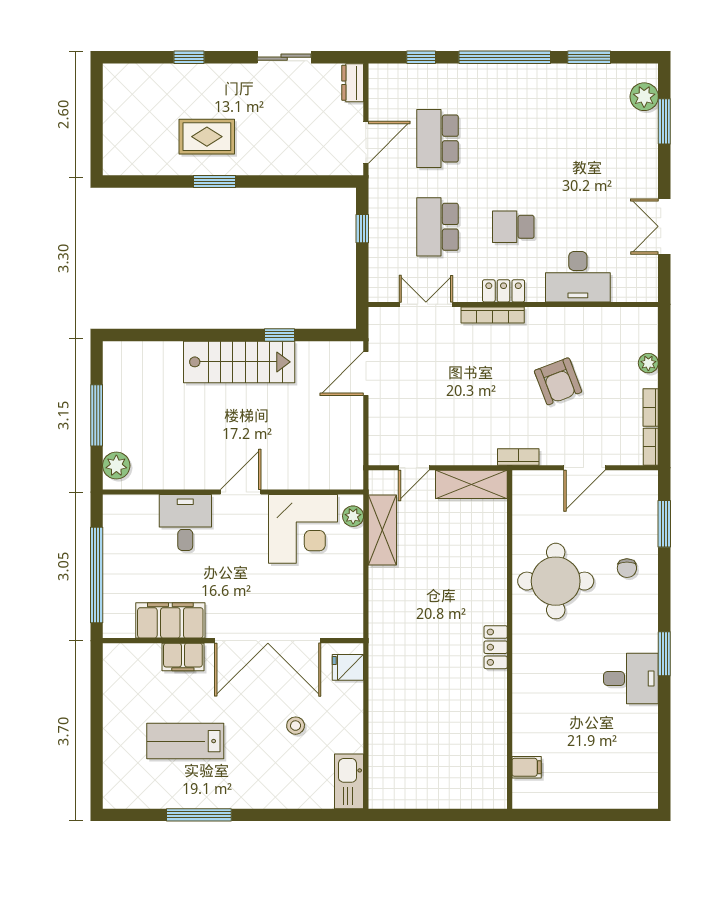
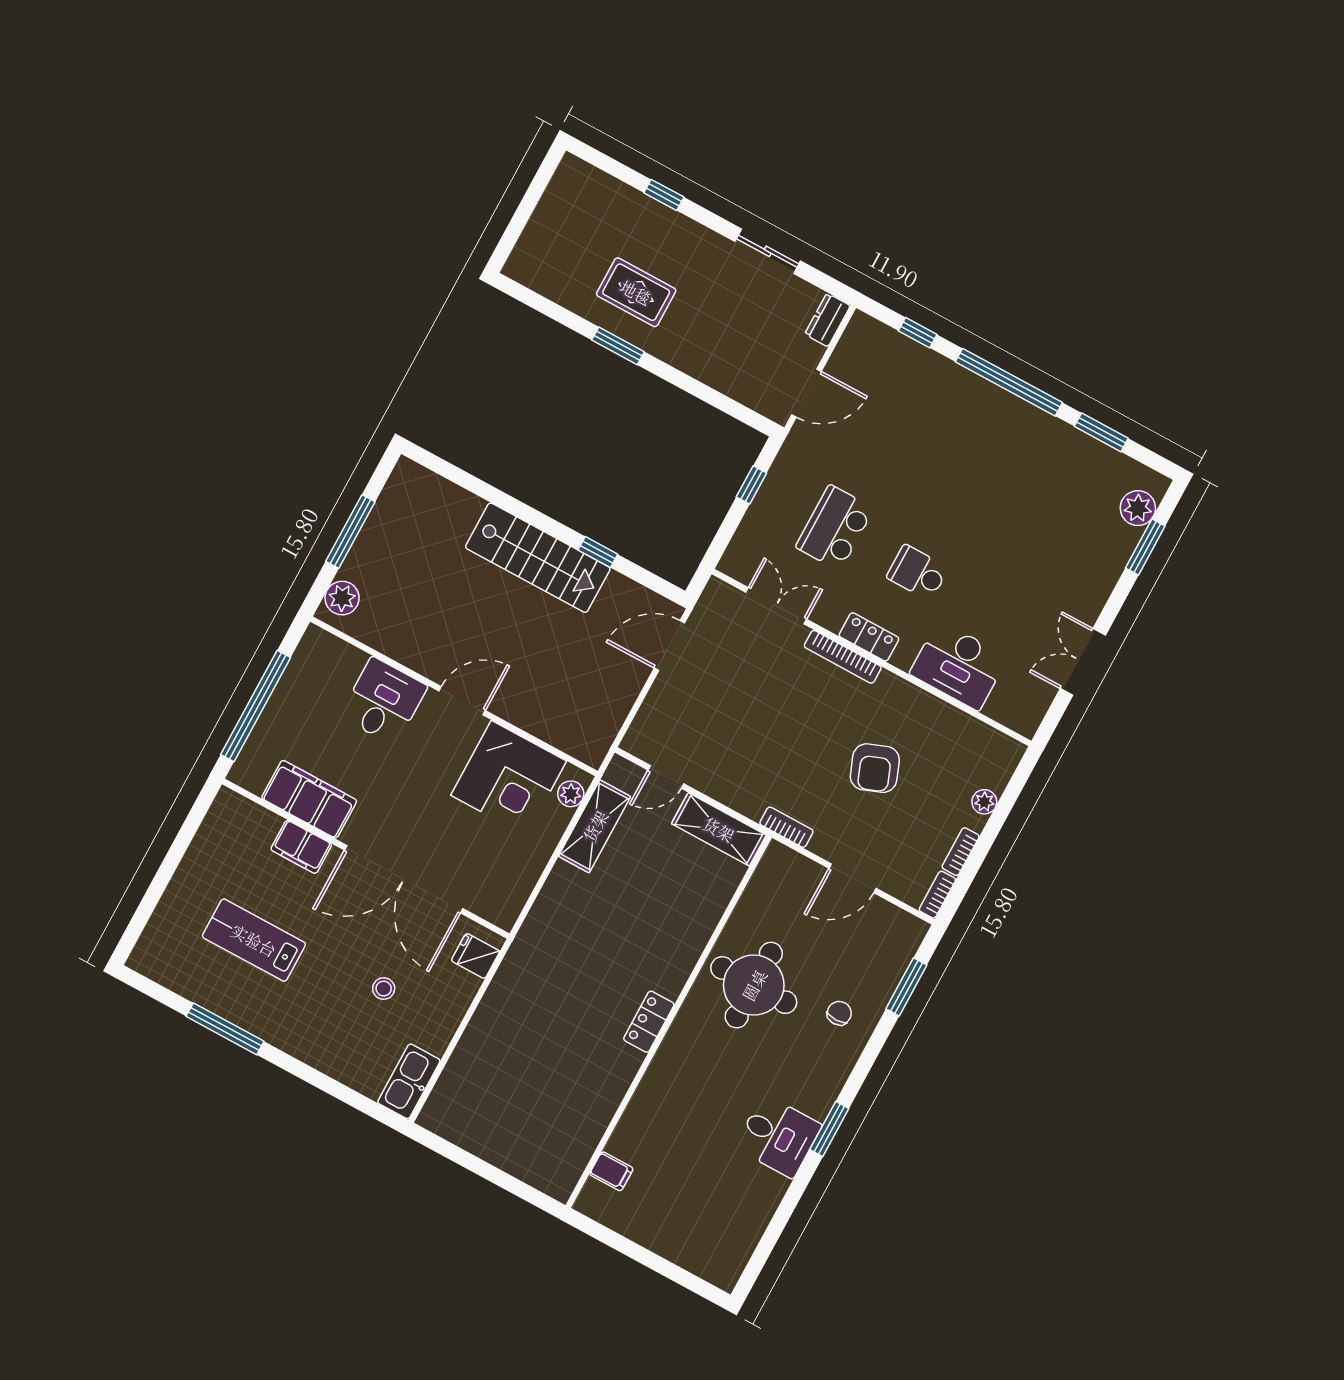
school desk: (438, 139) -> (887, 431), removed
chair: (627, 568) -> (839, 1013), turned 180

